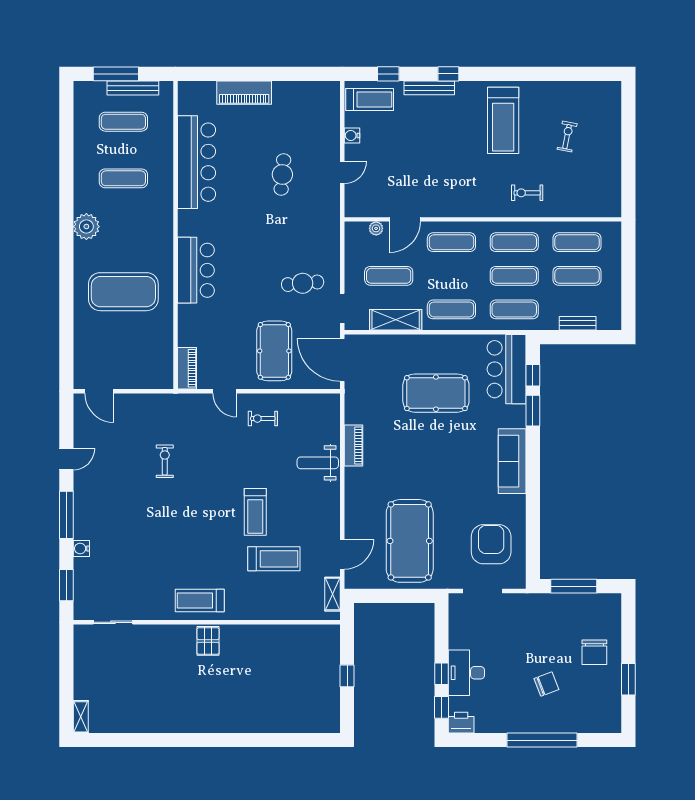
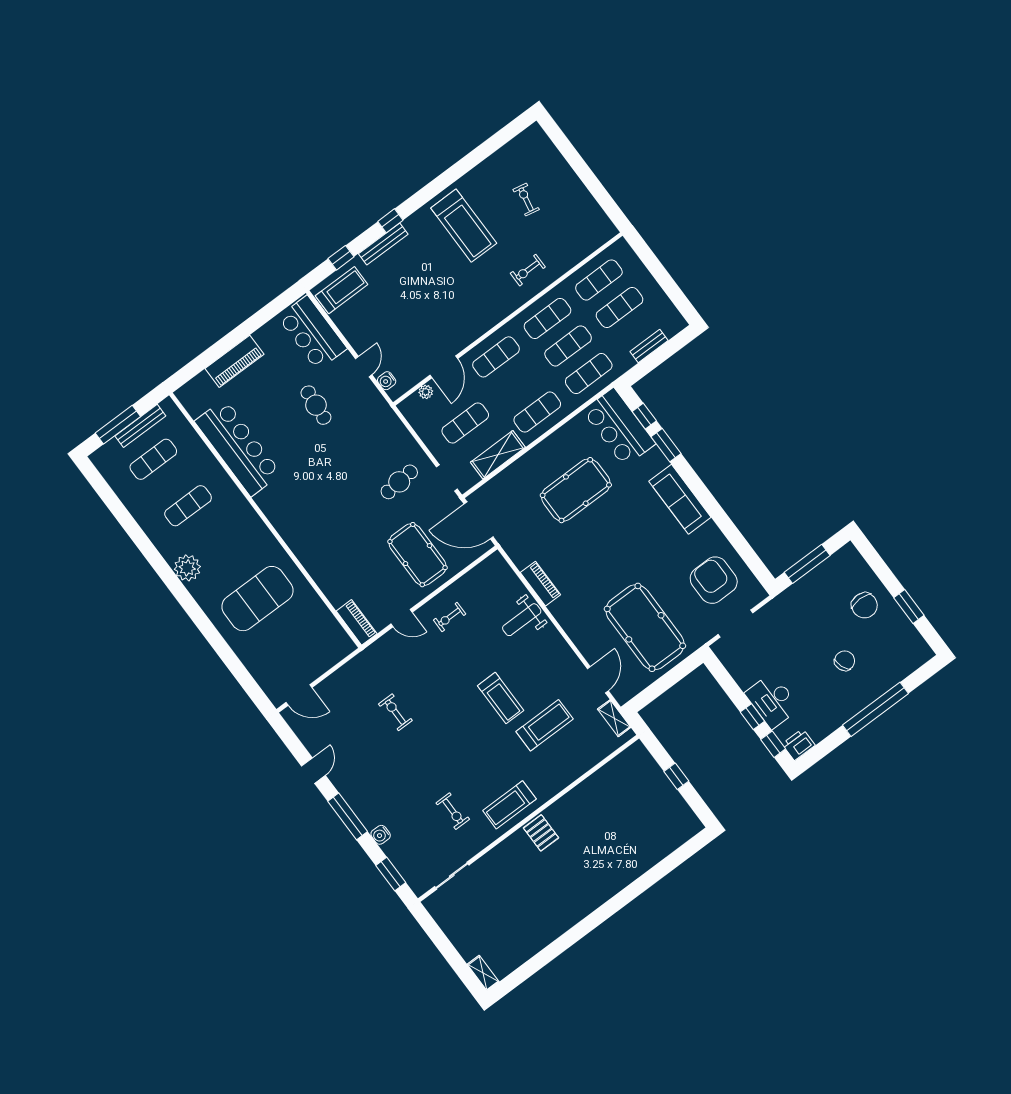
water cooler: (352, 135) -> (387, 381), moved
bar counter: (196, 270) -> (312, 333), moved, turned 180
exercise bike: (152, 572) -> (453, 811), added

